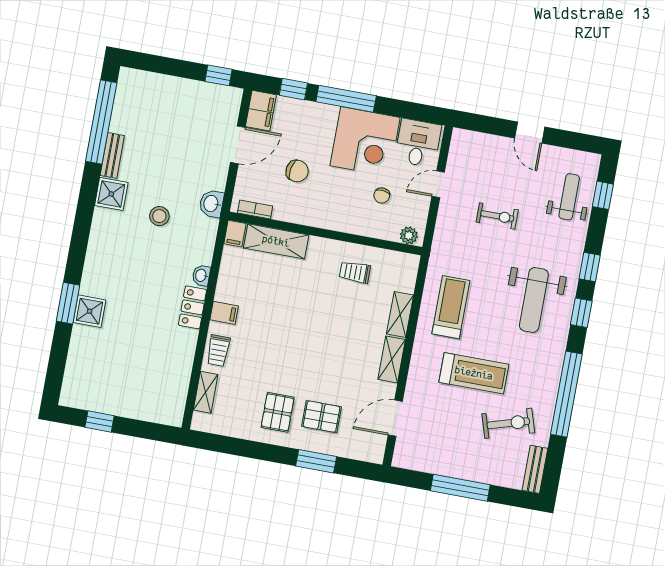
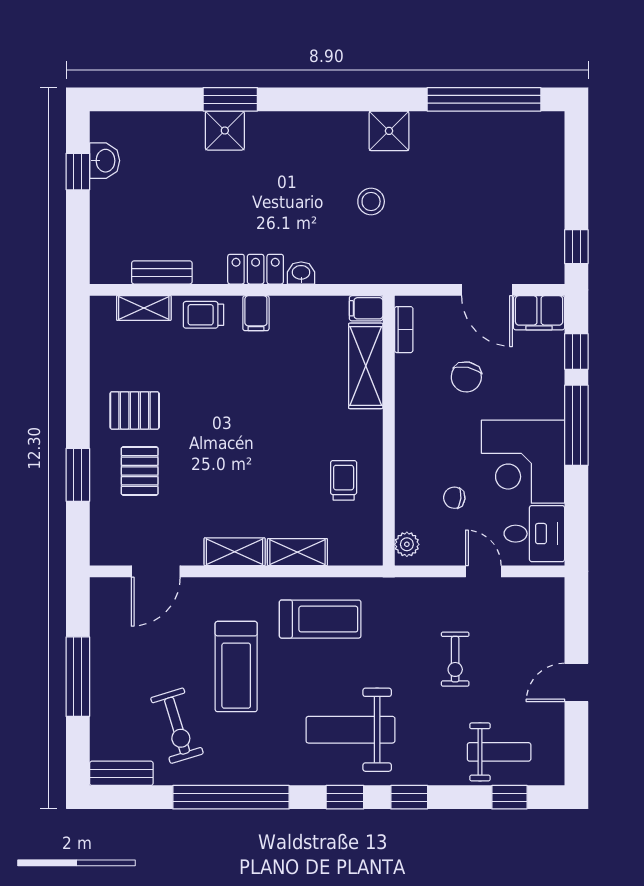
bench: (112, 155) -> (162, 272), moved
washbasin: (211, 204) -> (105, 161), moved, turned 90
door: (395, 418) -> (156, 571), swing flipped

